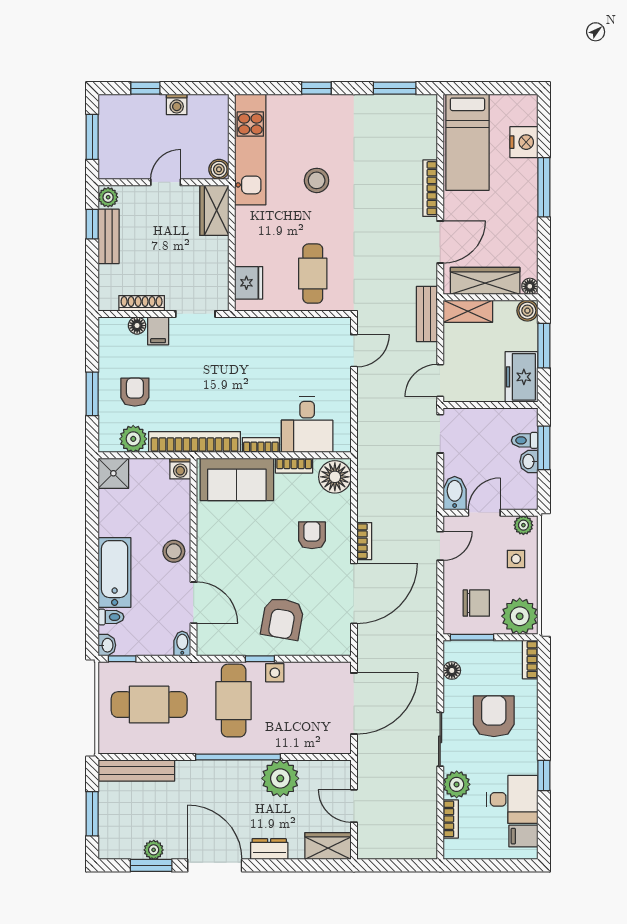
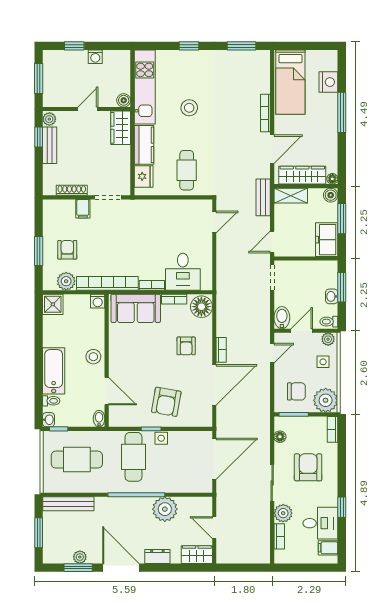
kitchen counter: (249, 236) -> (144, 145), added
floor lamp: (137, 326) -> (69, 205), removed
toilet: (525, 440) -> (329, 322), moved
armchair: (312, 535) -> (186, 346), turned 180

